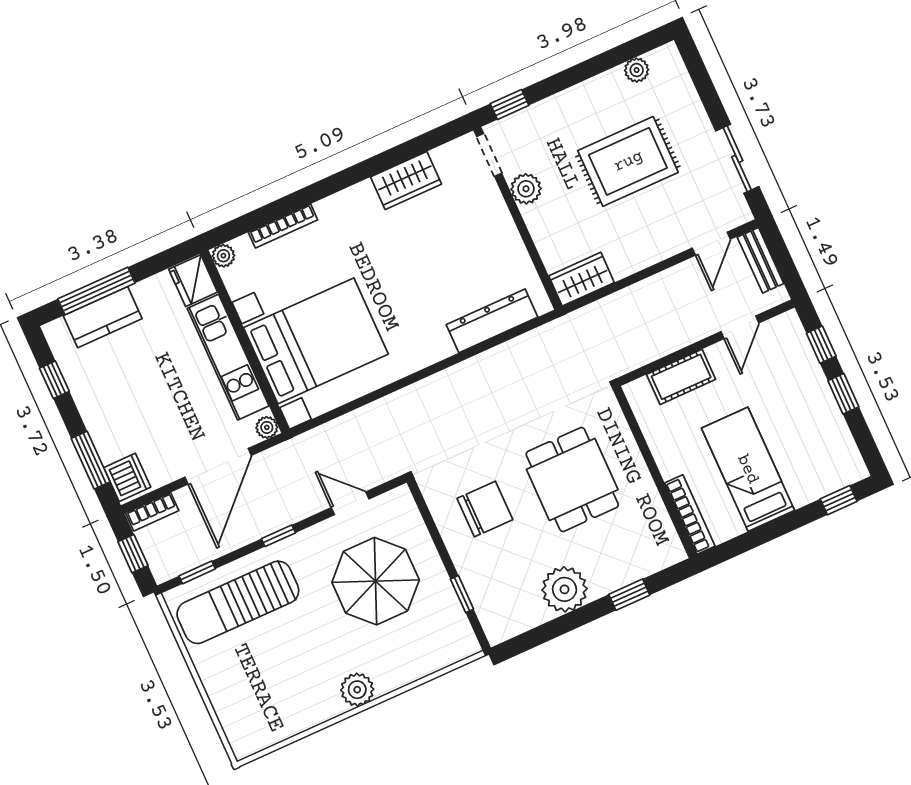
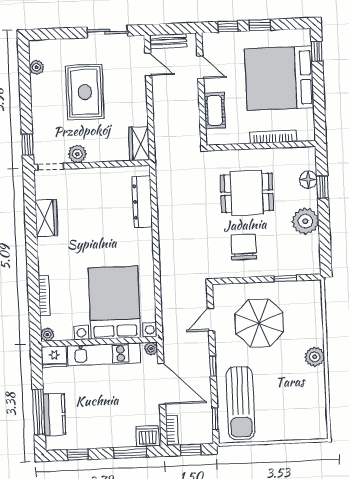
bed: (748, 469) -> (279, 78), width x2.04
bookcase: (690, 515) -> (273, 137), moved
floor lamp: (632, 568) -> (308, 180), added

